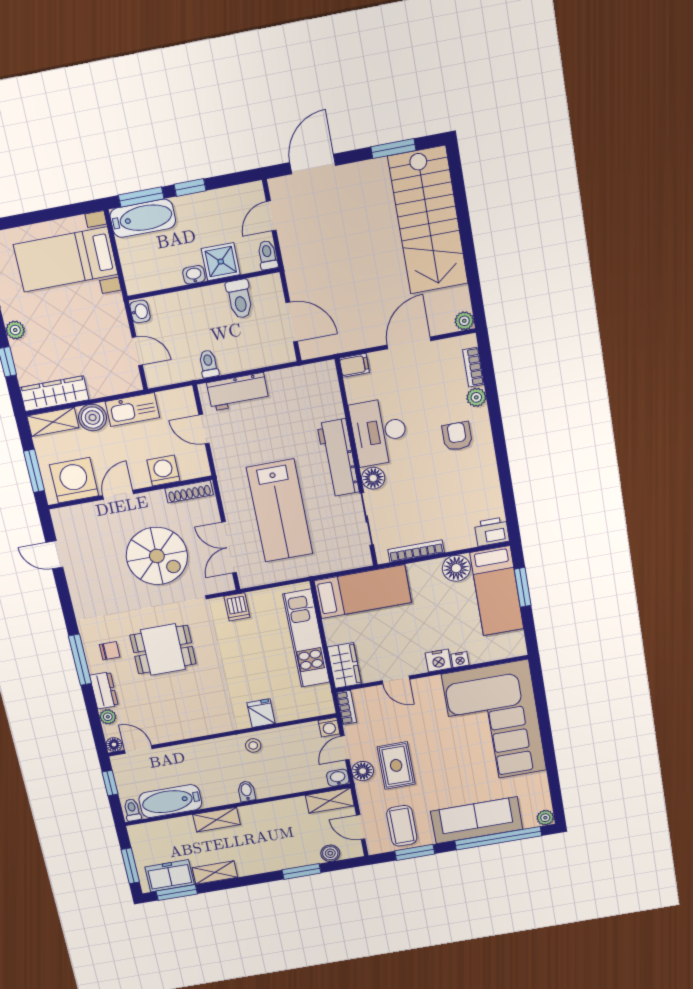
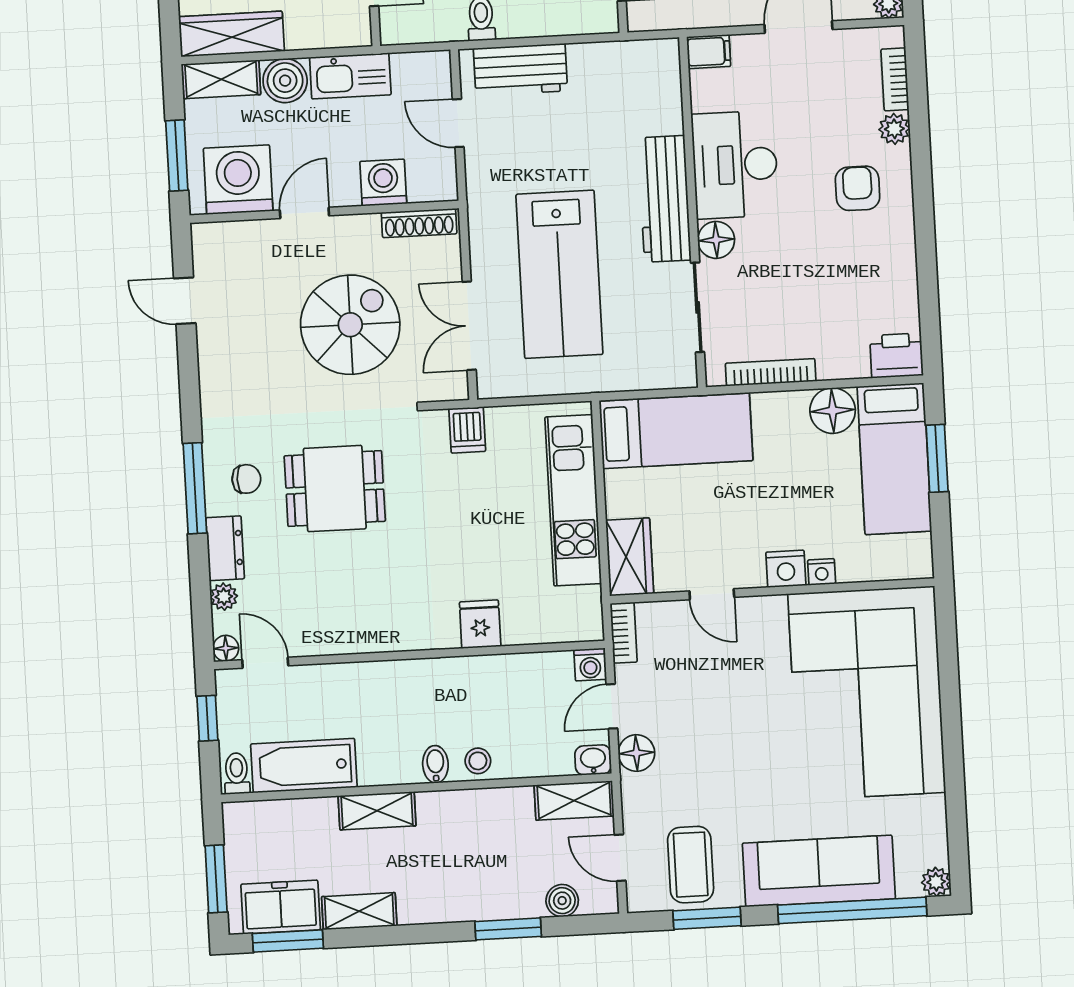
spiral stairs: (157, 556) -> (350, 325), turned -90
stool: (253, 745) -> (478, 761), moved
rug: (396, 765) -> (694, 750), removed

